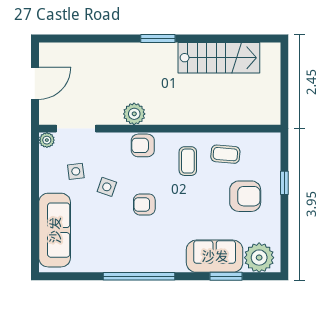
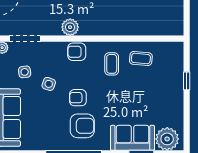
armchair: (245, 196) -> (82, 126), moved

